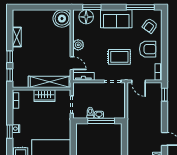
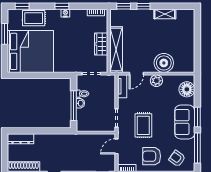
window: (92, 7) -> (197, 117), moved
boiler: (62, 19) -> (164, 63), moved
armchair: (148, 49) -> (152, 156), turned 90

